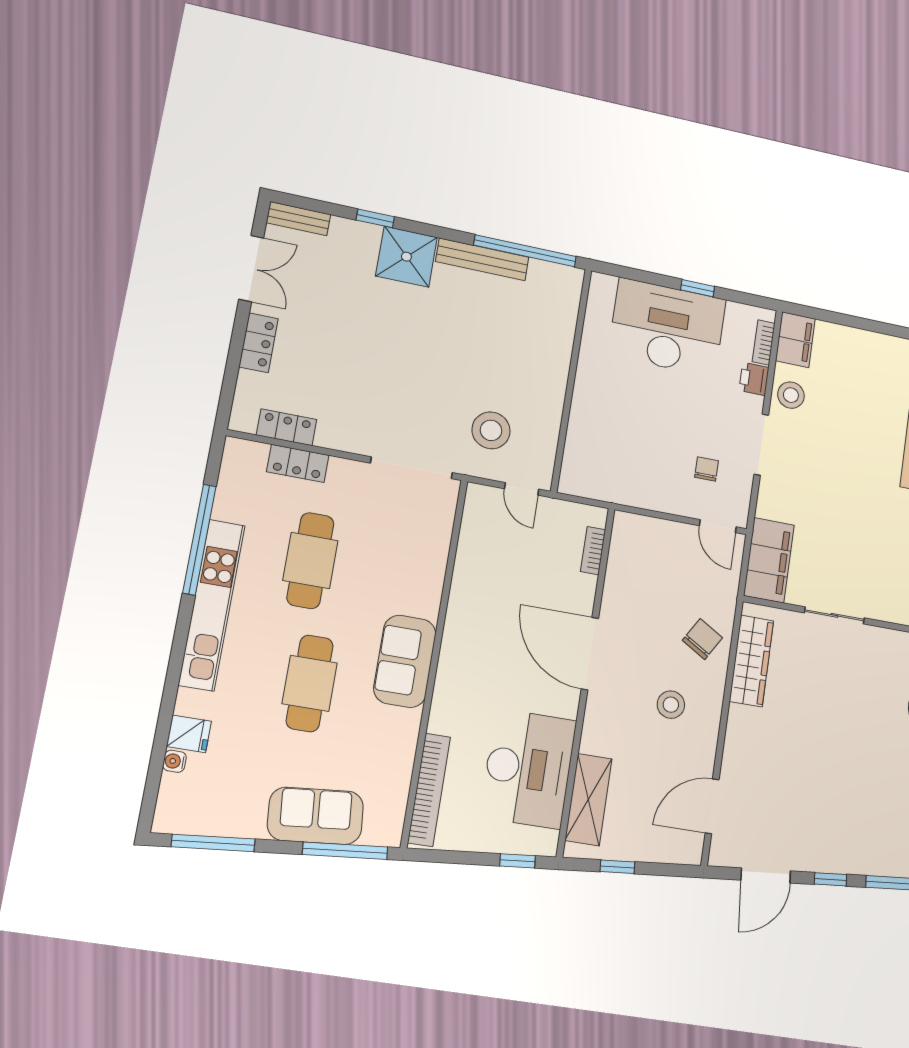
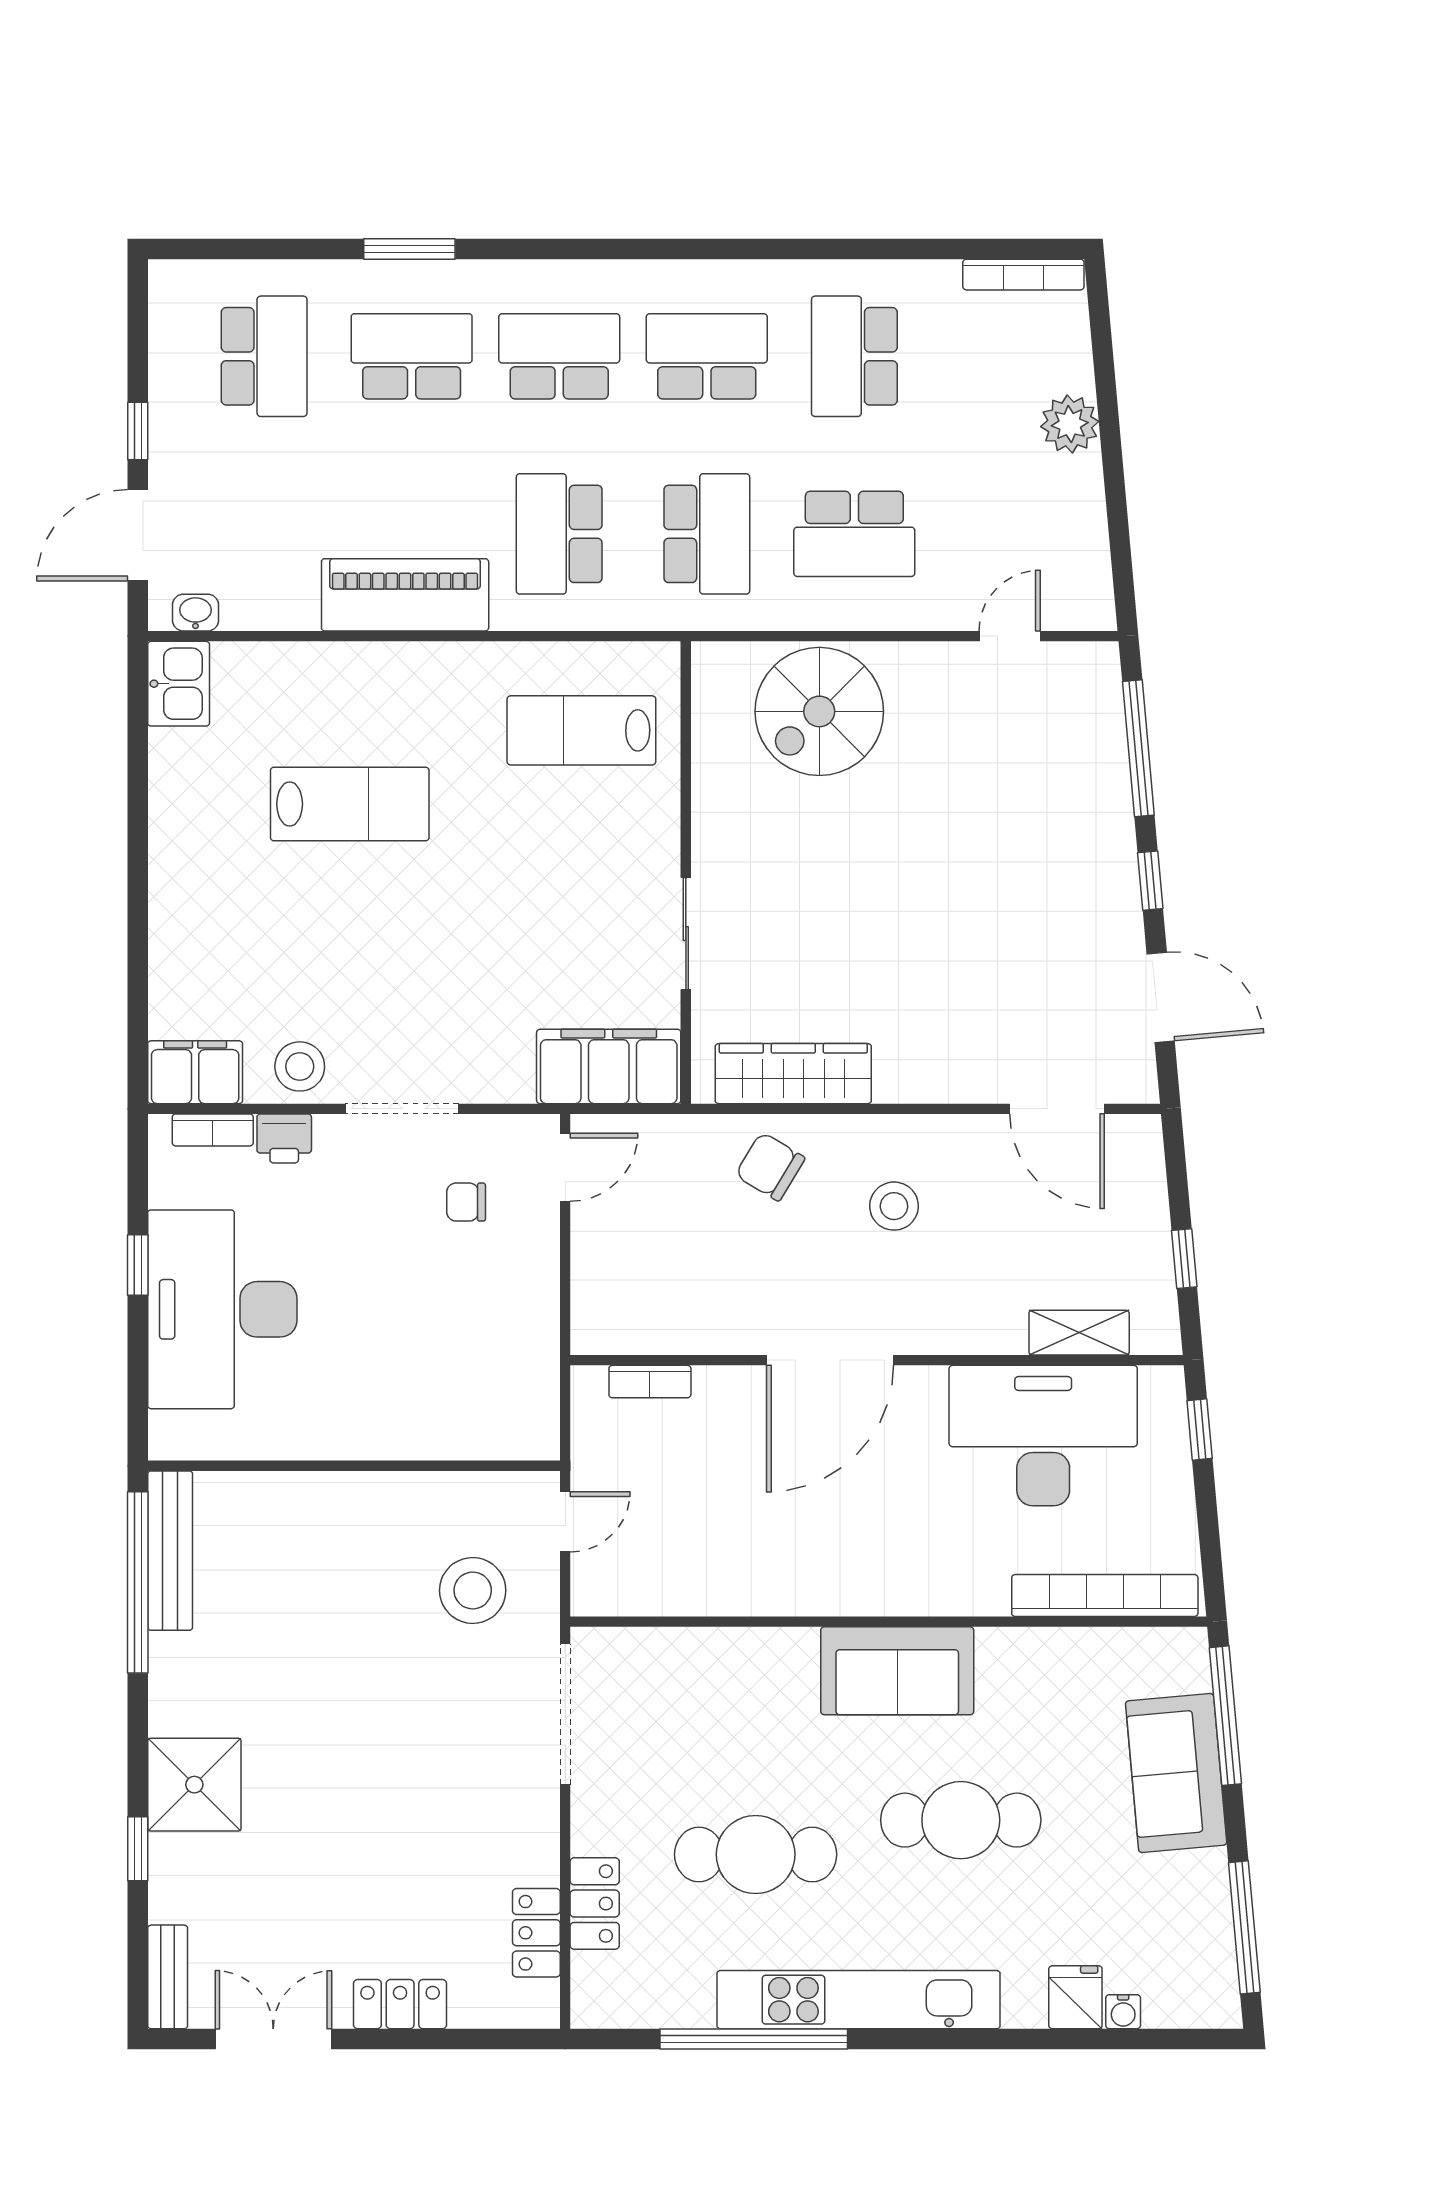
bench: (482, 259) -> (170, 1551), moved
shelving: (588, 800) -> (1079, 1333), width x0.67, depth x0.75

